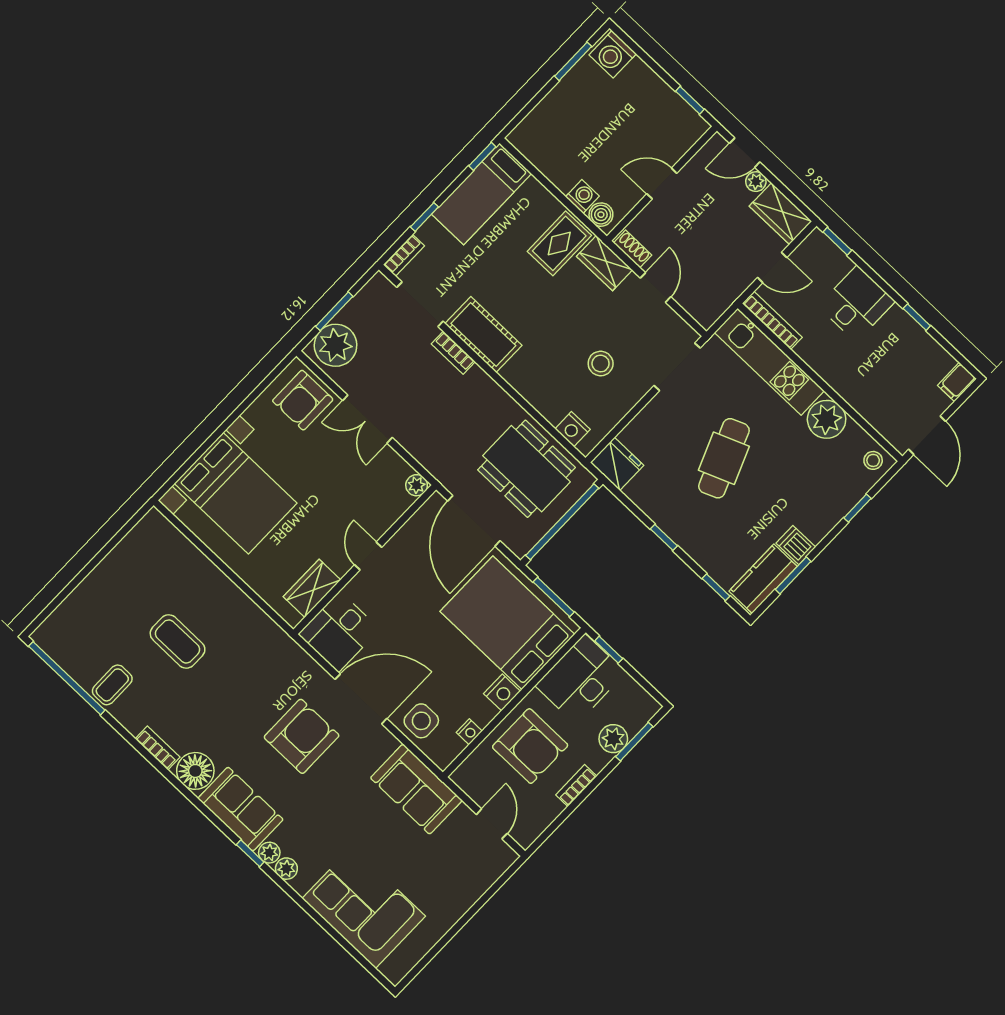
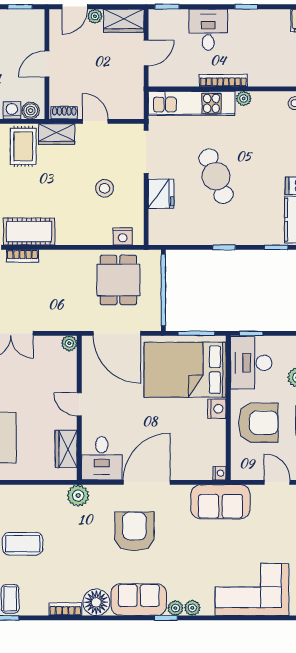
bookcase: (772, 320) -> (223, 80), moved
plant: (827, 419) -> (244, 98), width x0.53, depth x0.53
fridge: (617, 464) -> (161, 194), moved, turned 90
dining table: (527, 469) -> (118, 280), width x0.73
plant: (279, 646) -> (78, 496), added
side table: (421, 721) -> (189, 464), removed
nightstand: (469, 732) -> (219, 473), moved

